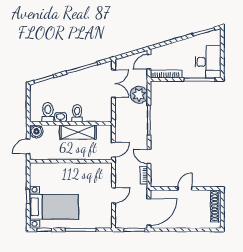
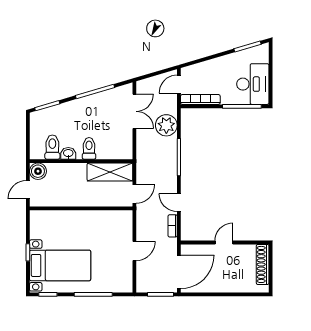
shelving: (78, 132) -> (110, 172), moved

